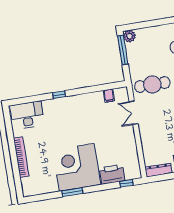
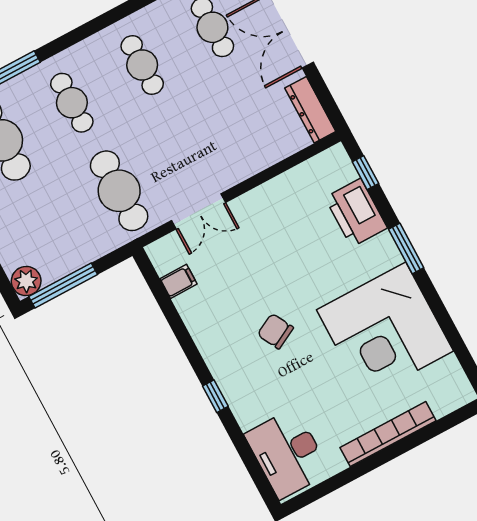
chair: (76, 127) -> (275, 331), added
corner desk: (77, 167) -> (385, 330), moved
window: (72, 192) -> (406, 249), moved

